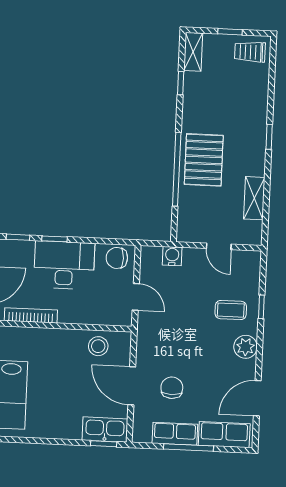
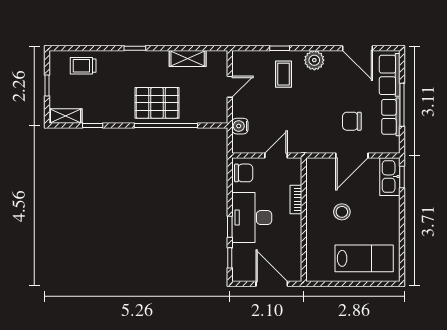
trolley: (250, 52) -> (83, 66), moved, turned 90
chair: (117, 258) -> (244, 173), turned -90
bookcase: (31, 315) -> (296, 199), moved, width x0.64
stool: (98, 346) -> (342, 212), moved

